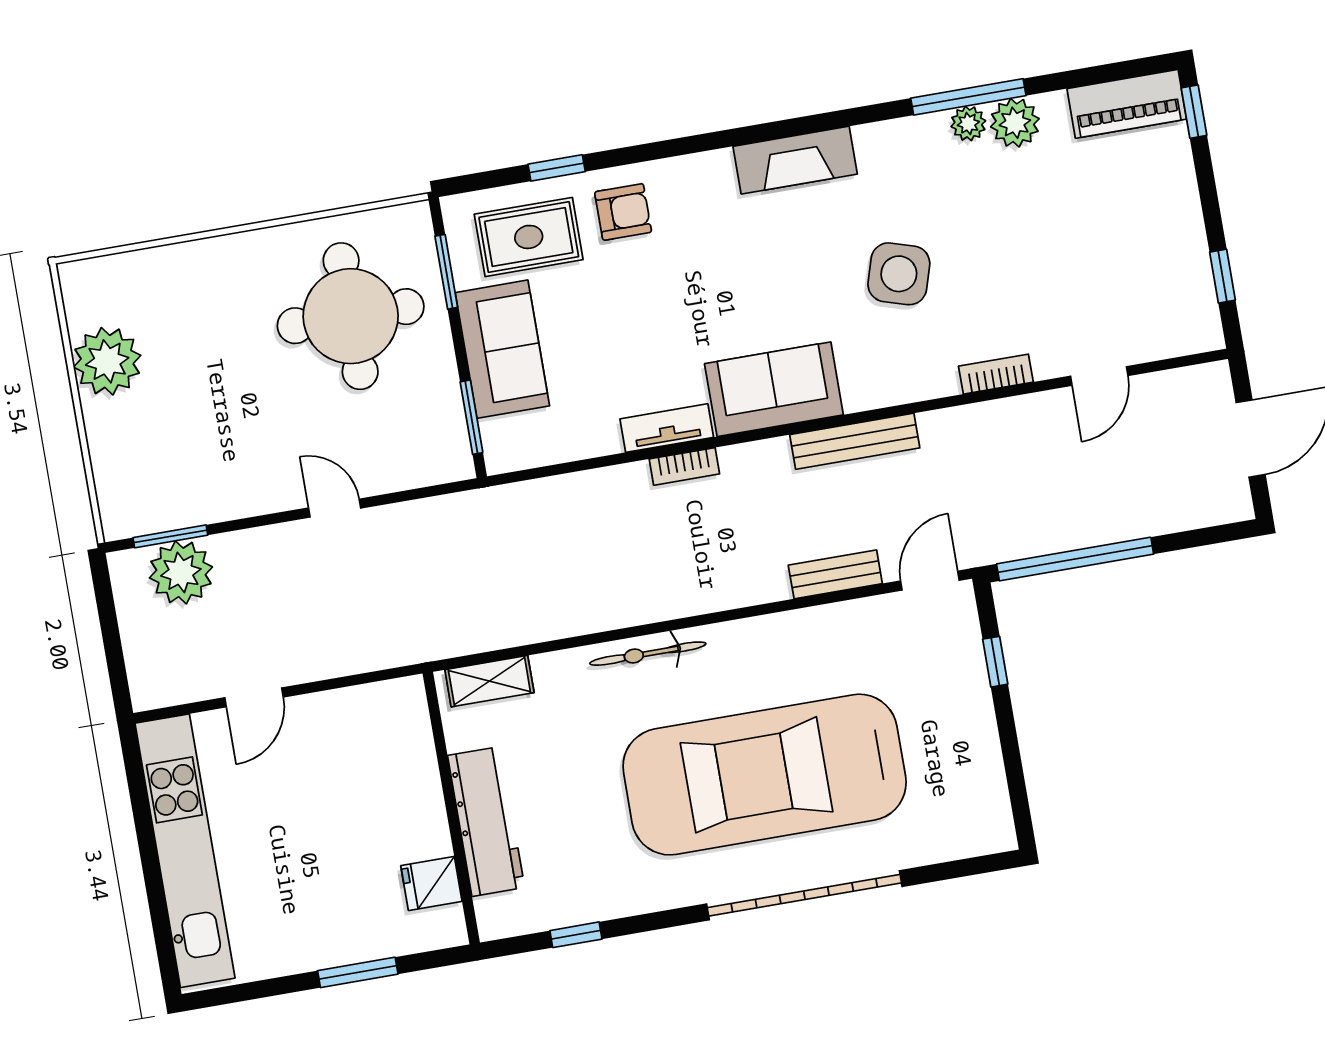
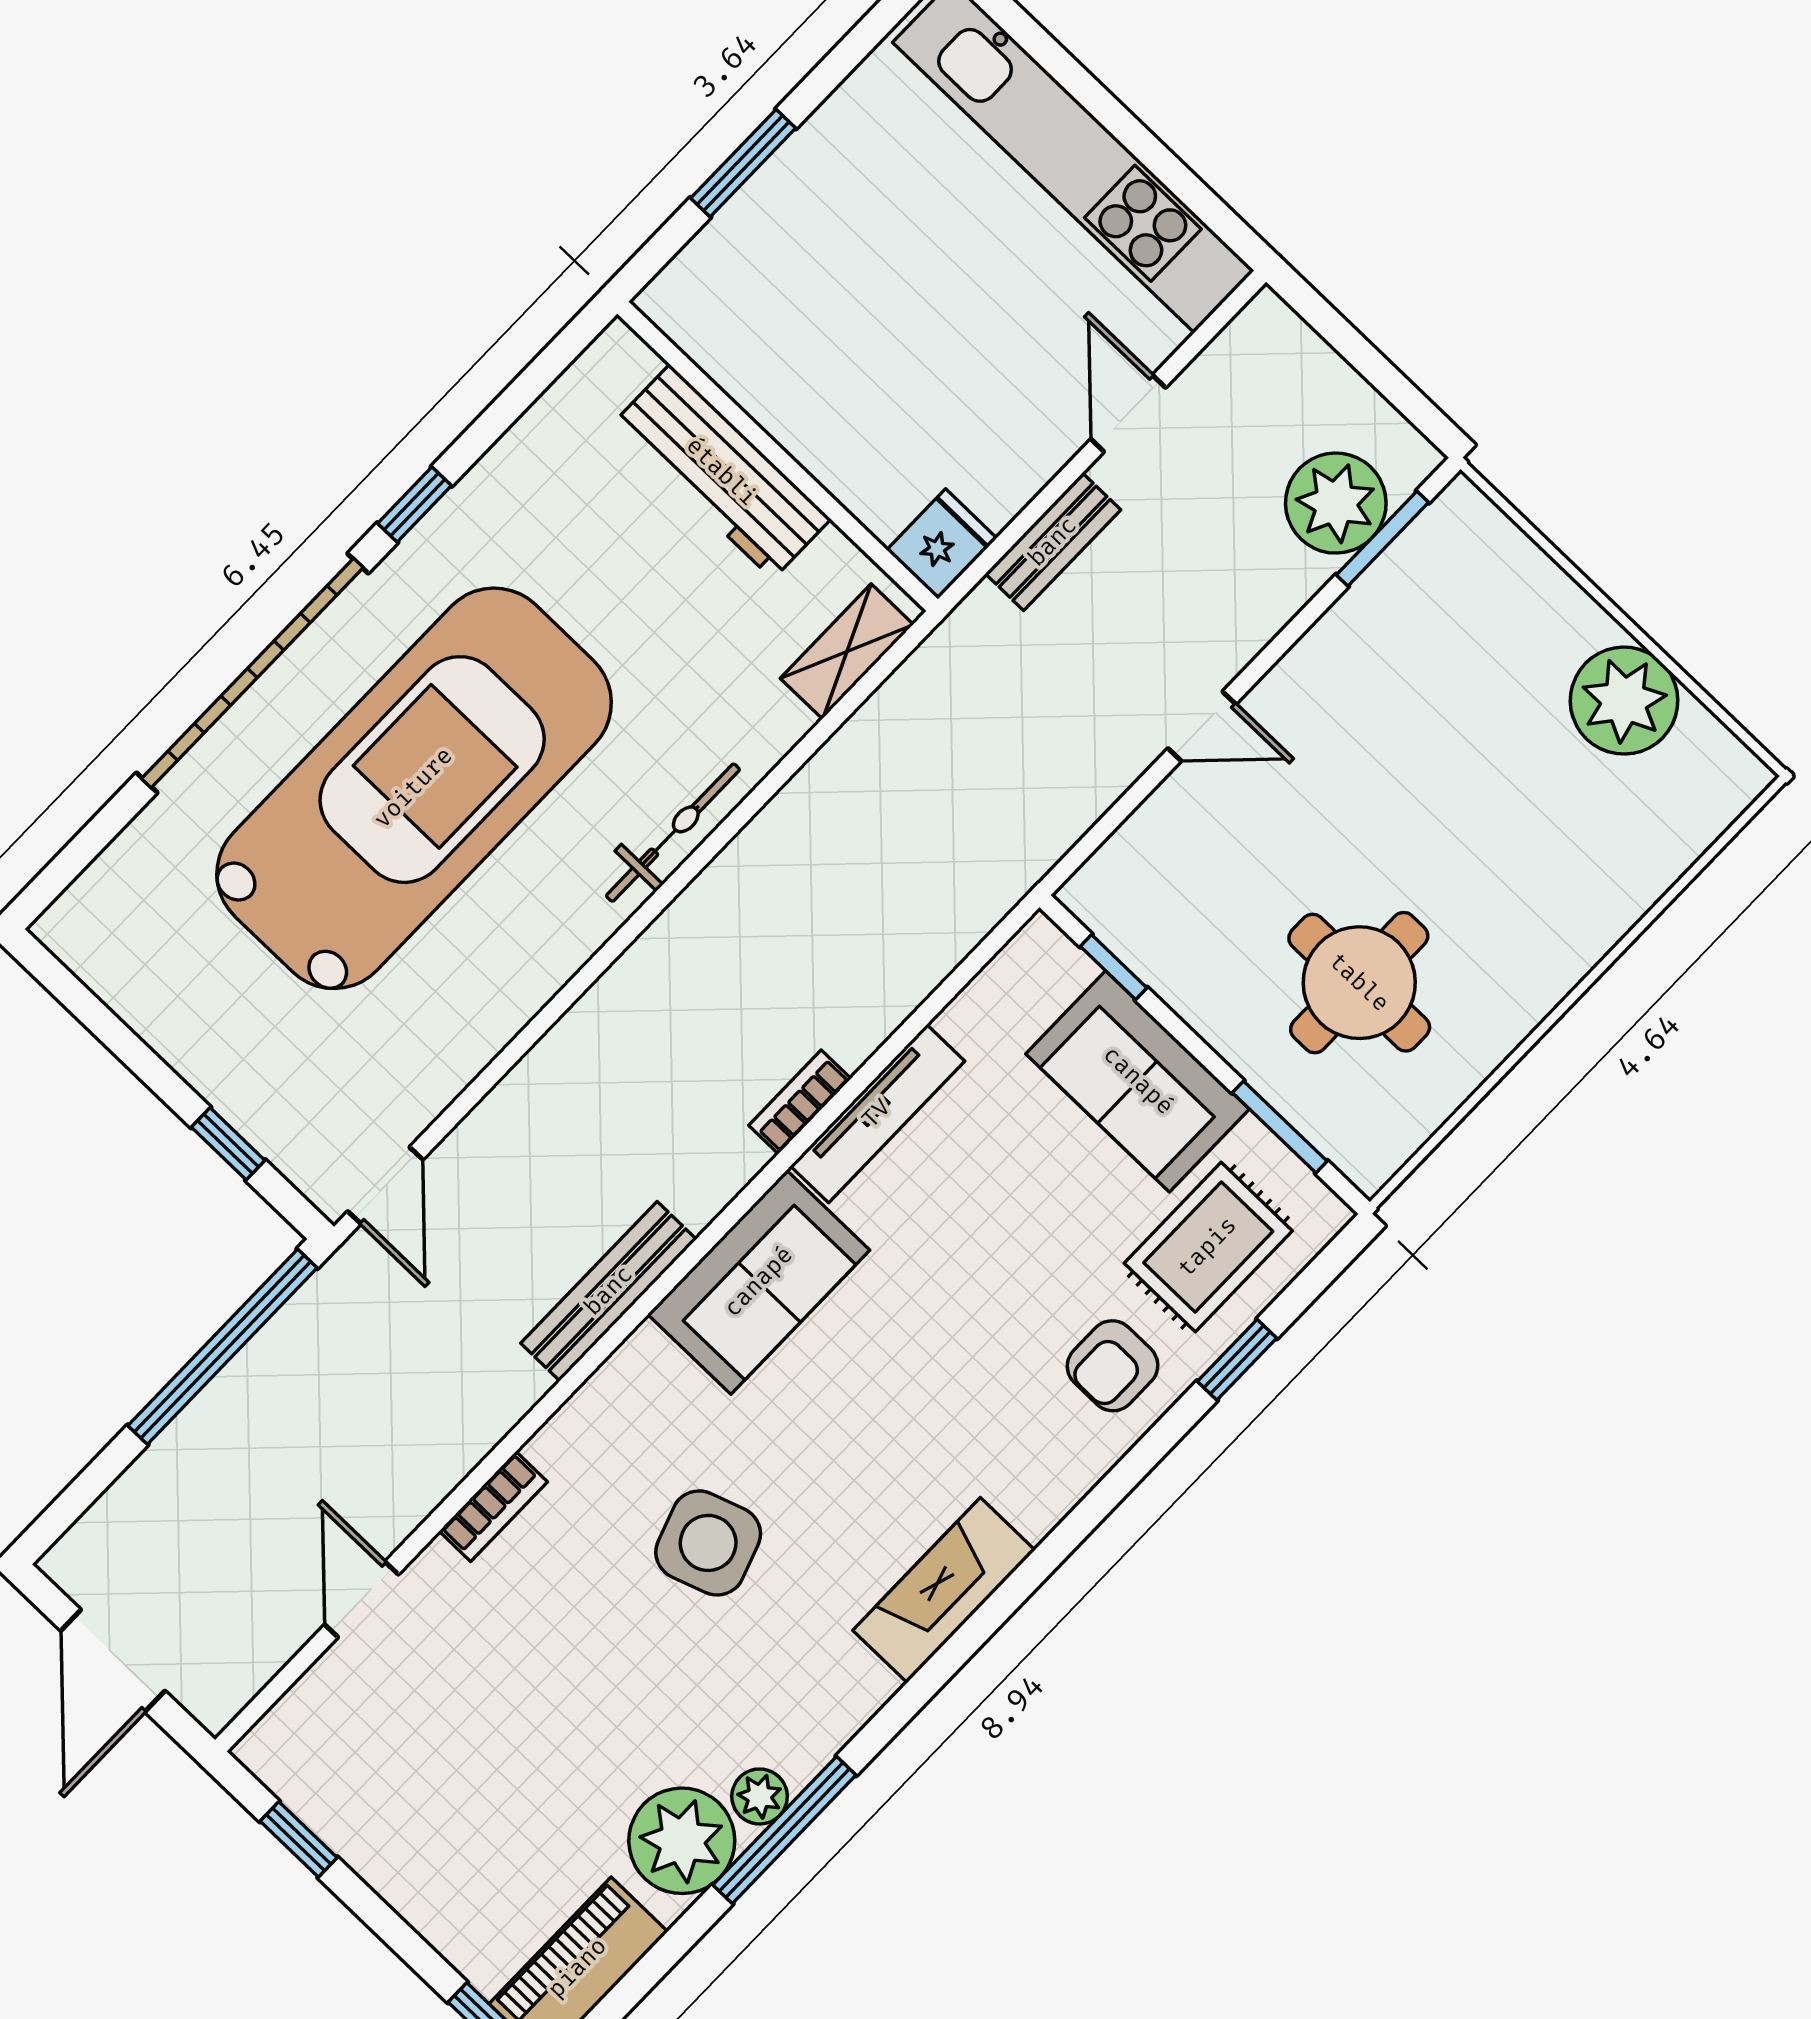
plant: (1015, 123) -> (682, 1841), width x1.36, depth x1.36
side table: (899, 274) -> (708, 1543), turned -36
round table: (351, 316) -> (1359, 983), width x0.73, depth x0.73
window: (471, 417) -> (1114, 967), width x0.67
tv unit: (667, 428) -> (877, 1114), width x1.41
bench: (835, 574) -> (1053, 542), moved
fridge: (431, 883) -> (942, 544), moved
window: (576, 935) -> (415, 505), moved

